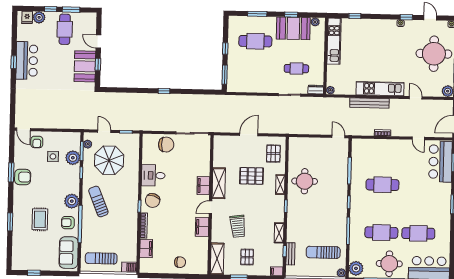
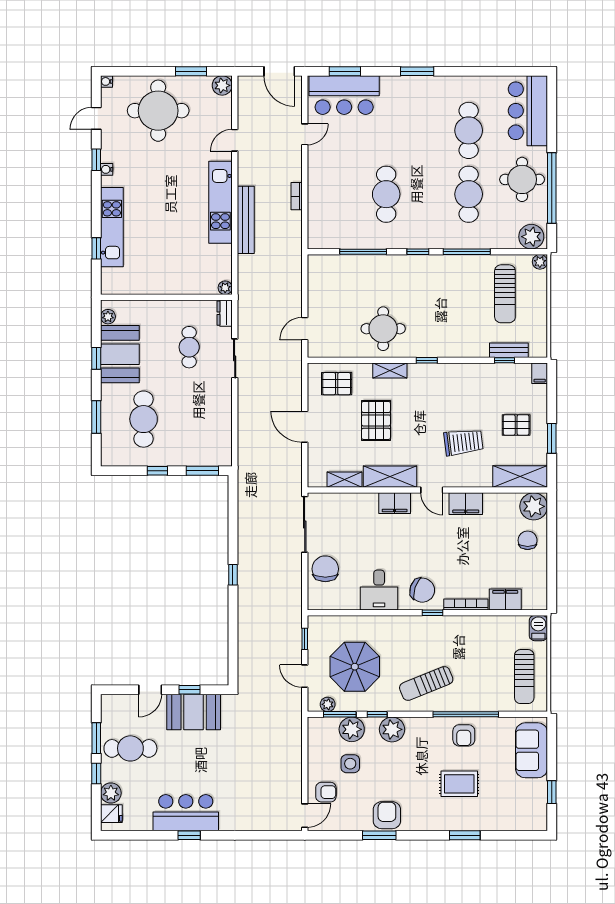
kitchen unit: (334, 41) -> (112, 227), moved, turned 90
door: (104, 131) -> (305, 676), hinge flipped
door: (338, 137) -> (305, 329), moved
plant: (72, 201) -> (392, 729), moved
shelving: (279, 233) -> (345, 480), moved
sofa: (69, 253) -> (531, 750), moved, turned 90
plant: (200, 266) -> (534, 506), added

